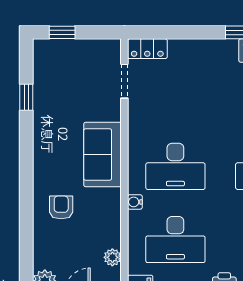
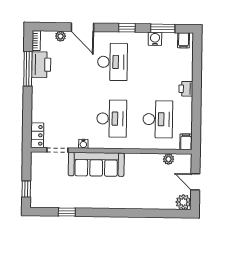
sofa: (102, 154) -> (96, 164), width x1.36
water cooler: (135, 202) -> (83, 144), moved
armchair: (61, 207) -> (137, 191), removed

